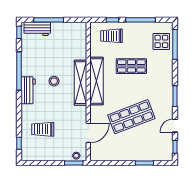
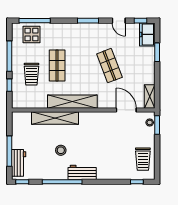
trolley: (112, 36) -> (31, 74), moved
stool: (54, 81) -> (61, 150), moved
shelving: (81, 83) -> (55, 118), moved
shop shelf: (131, 117) -> (109, 66), width x0.70, depth x0.74
trolley: (43, 129) -> (143, 159), moved
freezer: (161, 153) -> (147, 34), added
shelving: (101, 156) -> (150, 97), added

